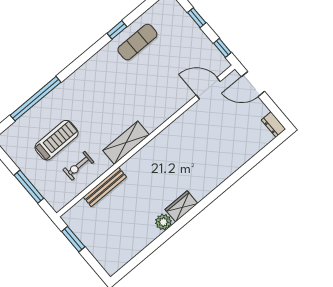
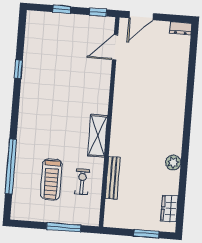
exercise mat: (137, 42) -> (40, 64), removed
treadmill: (56, 140) -> (51, 179), turned 180
exercise bike: (78, 166) -> (82, 182), turned 180
wardrobe: (181, 206) -> (169, 209), moved
window: (73, 239) -> (146, 234), moved

